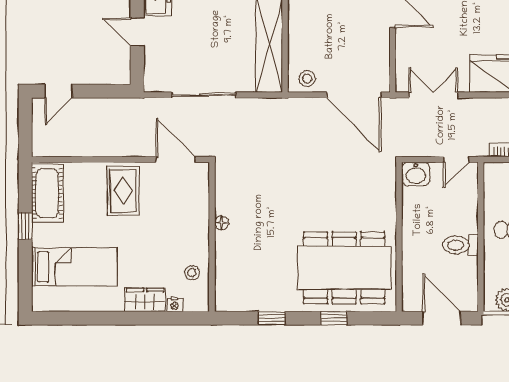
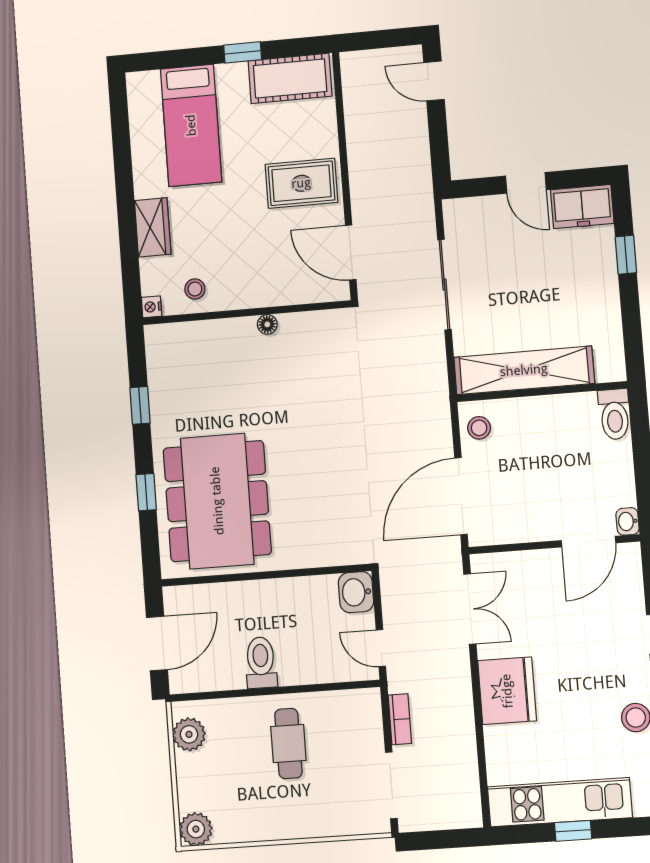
door: (137, 32) -> (526, 183), swing flipped
door: (175, 159) -> (351, 252), swing flipped
nightstand: (175, 305) -> (152, 307), moved

